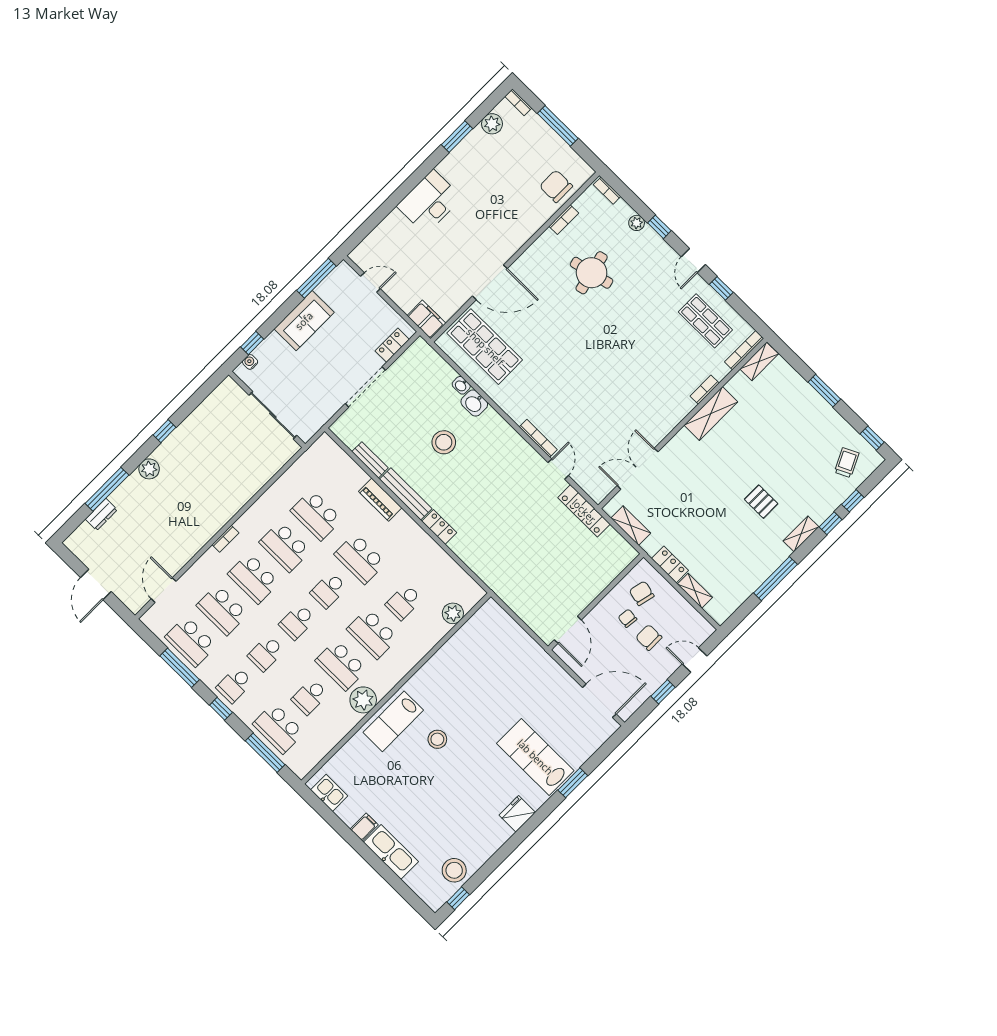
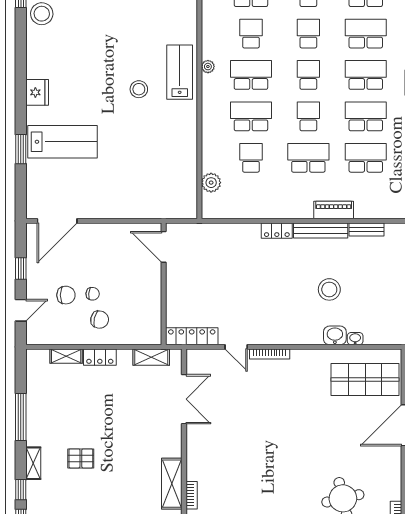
wall: (596, 602) -> (164, 284), moved
door: (568, 630) -> (164, 247), moved
plant: (363, 700) -> (208, 67), width x0.53, depth x0.53

